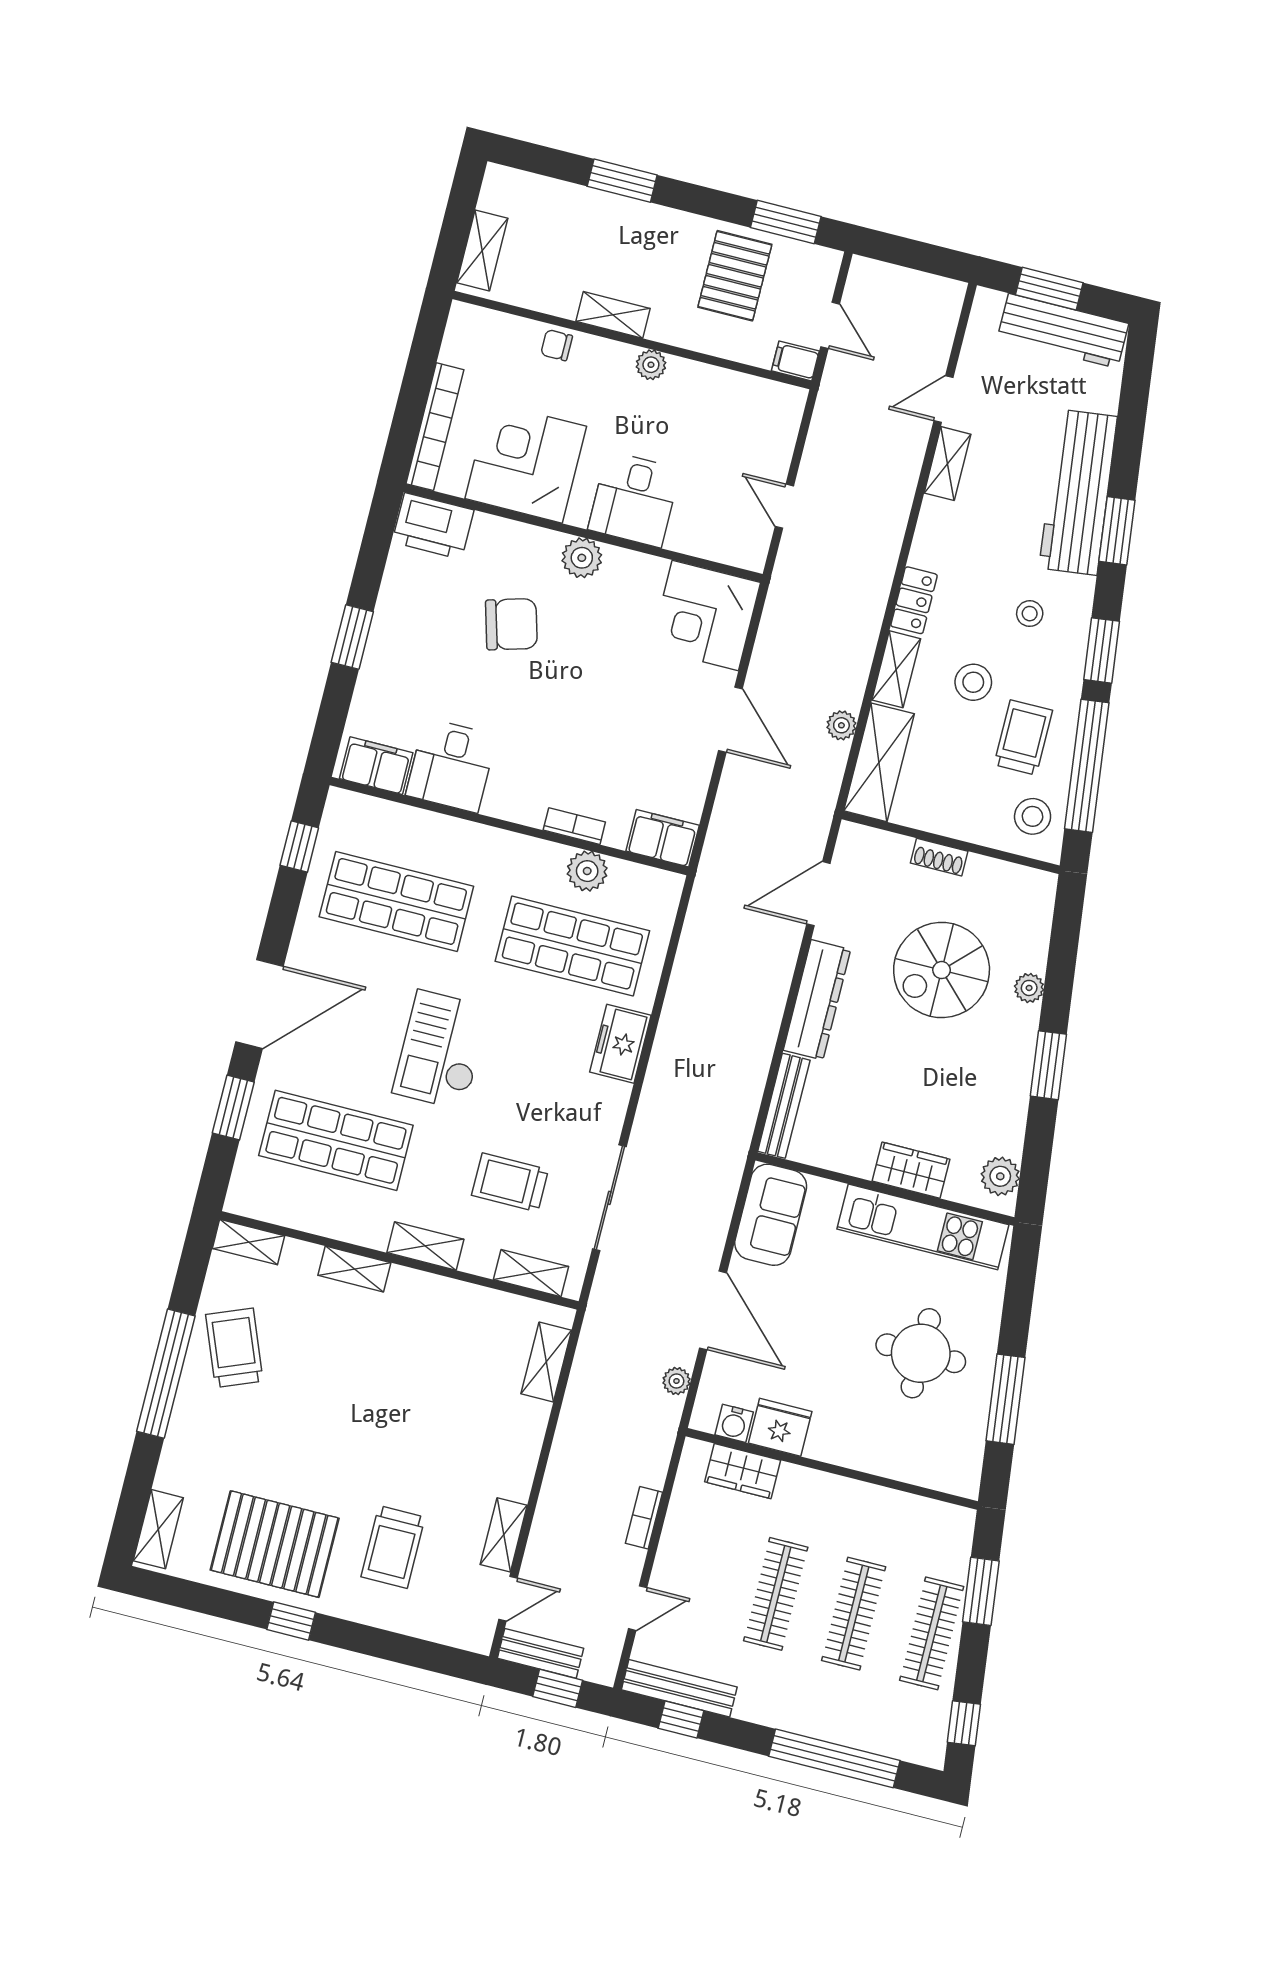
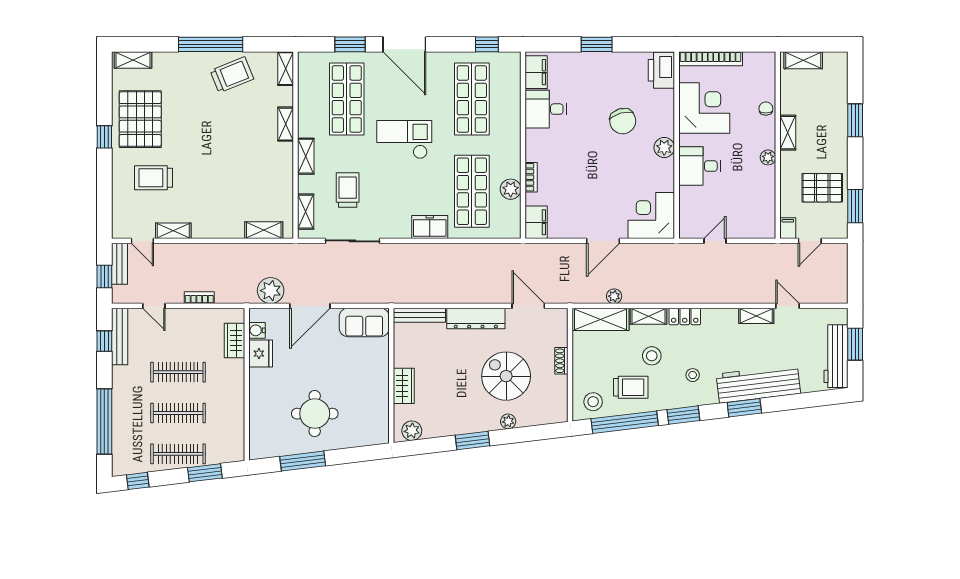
kitchen unit: (923, 1227) -> (377, 399), removed
plant: (676, 1381) -> (271, 291), width x1.88, depth x1.88

